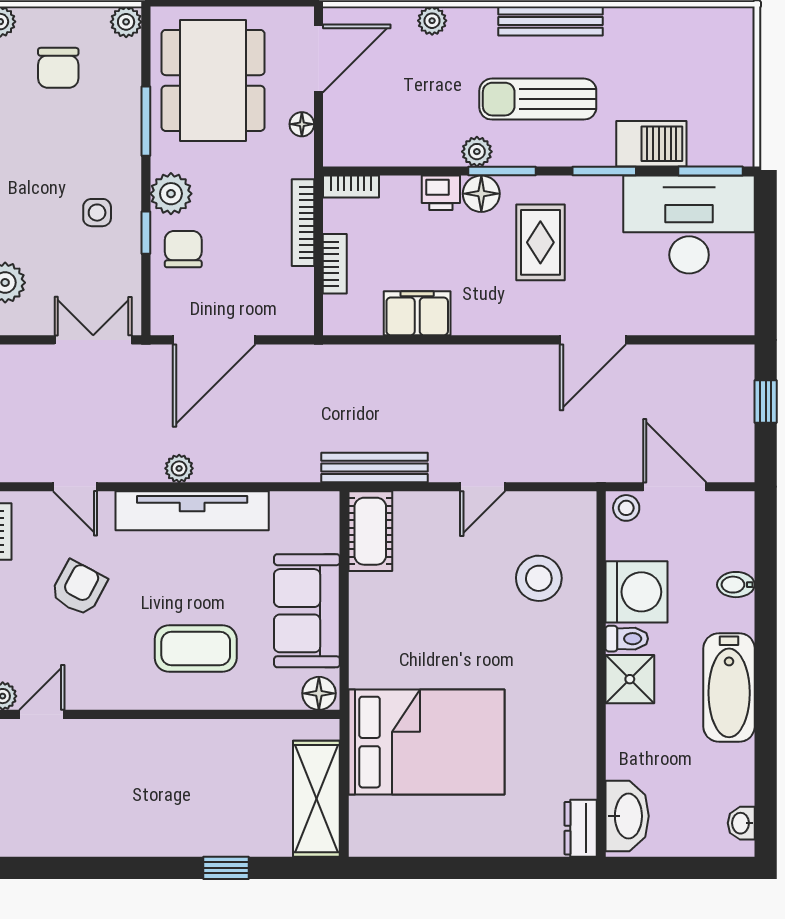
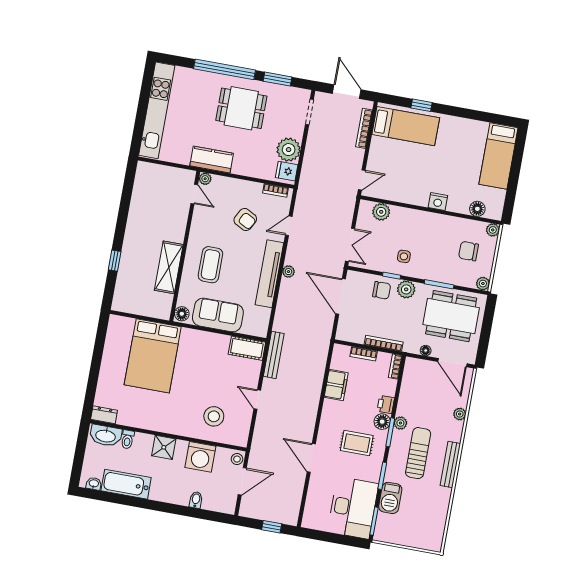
toilet: (627, 639) -> (127, 439), moved
bathtub: (729, 687) -> (126, 484), moved
shelving: (316, 799) -> (169, 267), moved, turned 90

